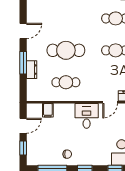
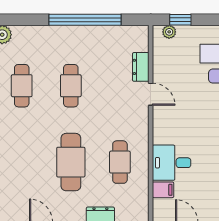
desk: (87, 116) -> (172, 163), moved

